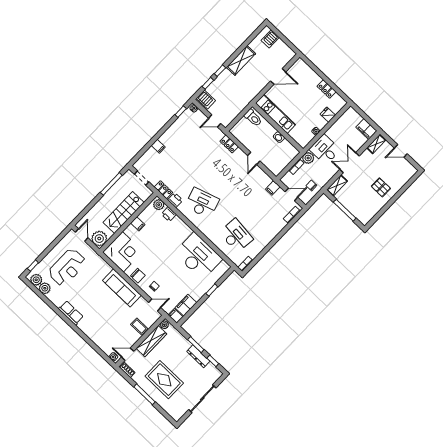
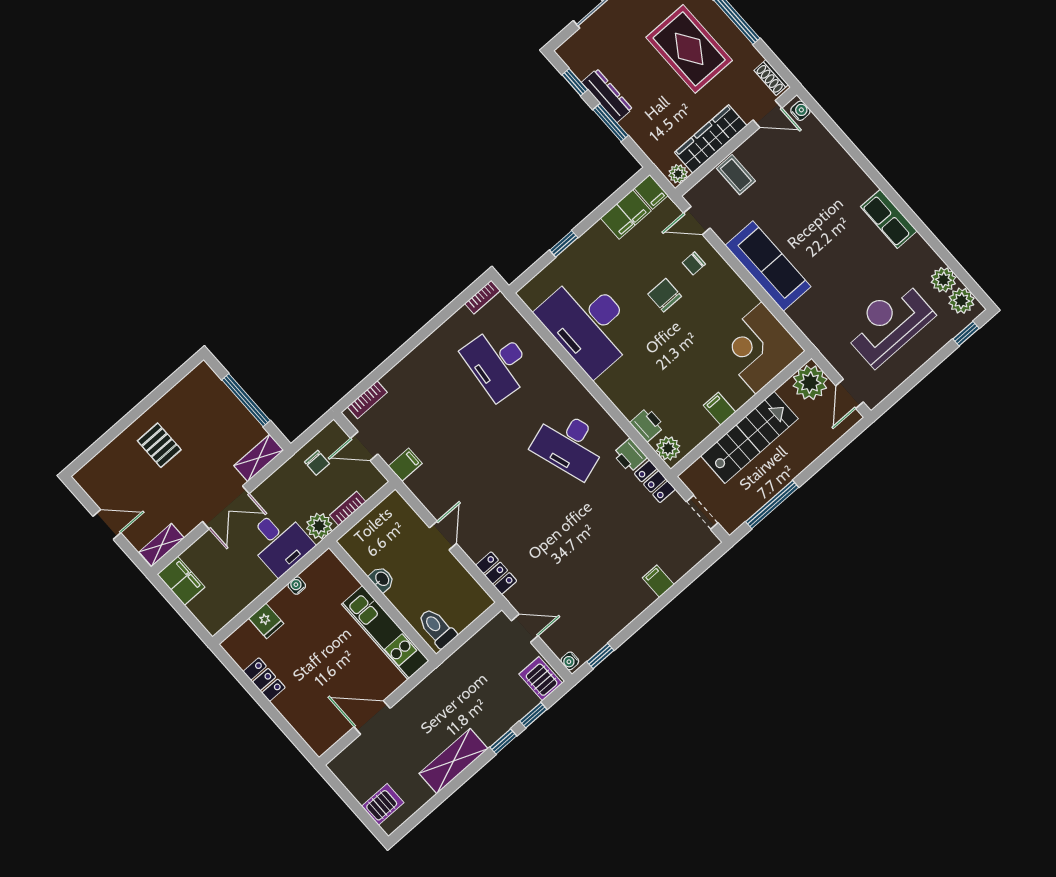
chair: (138, 276) -> (665, 295), moved

